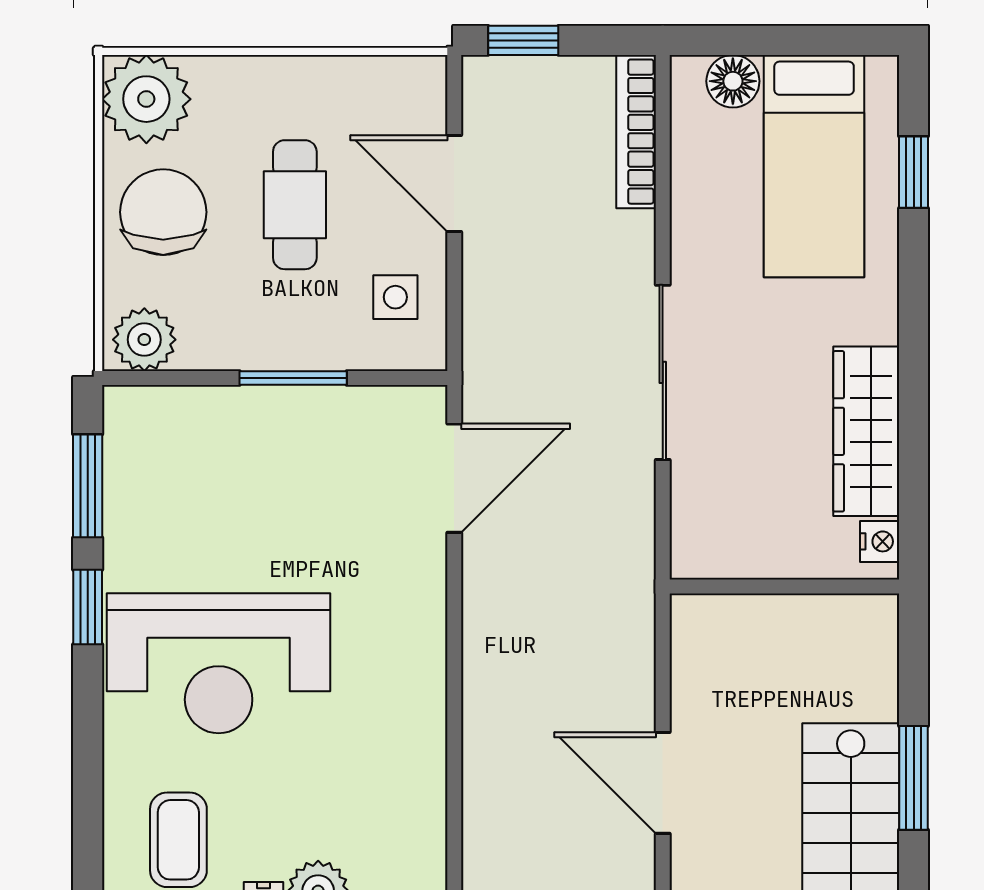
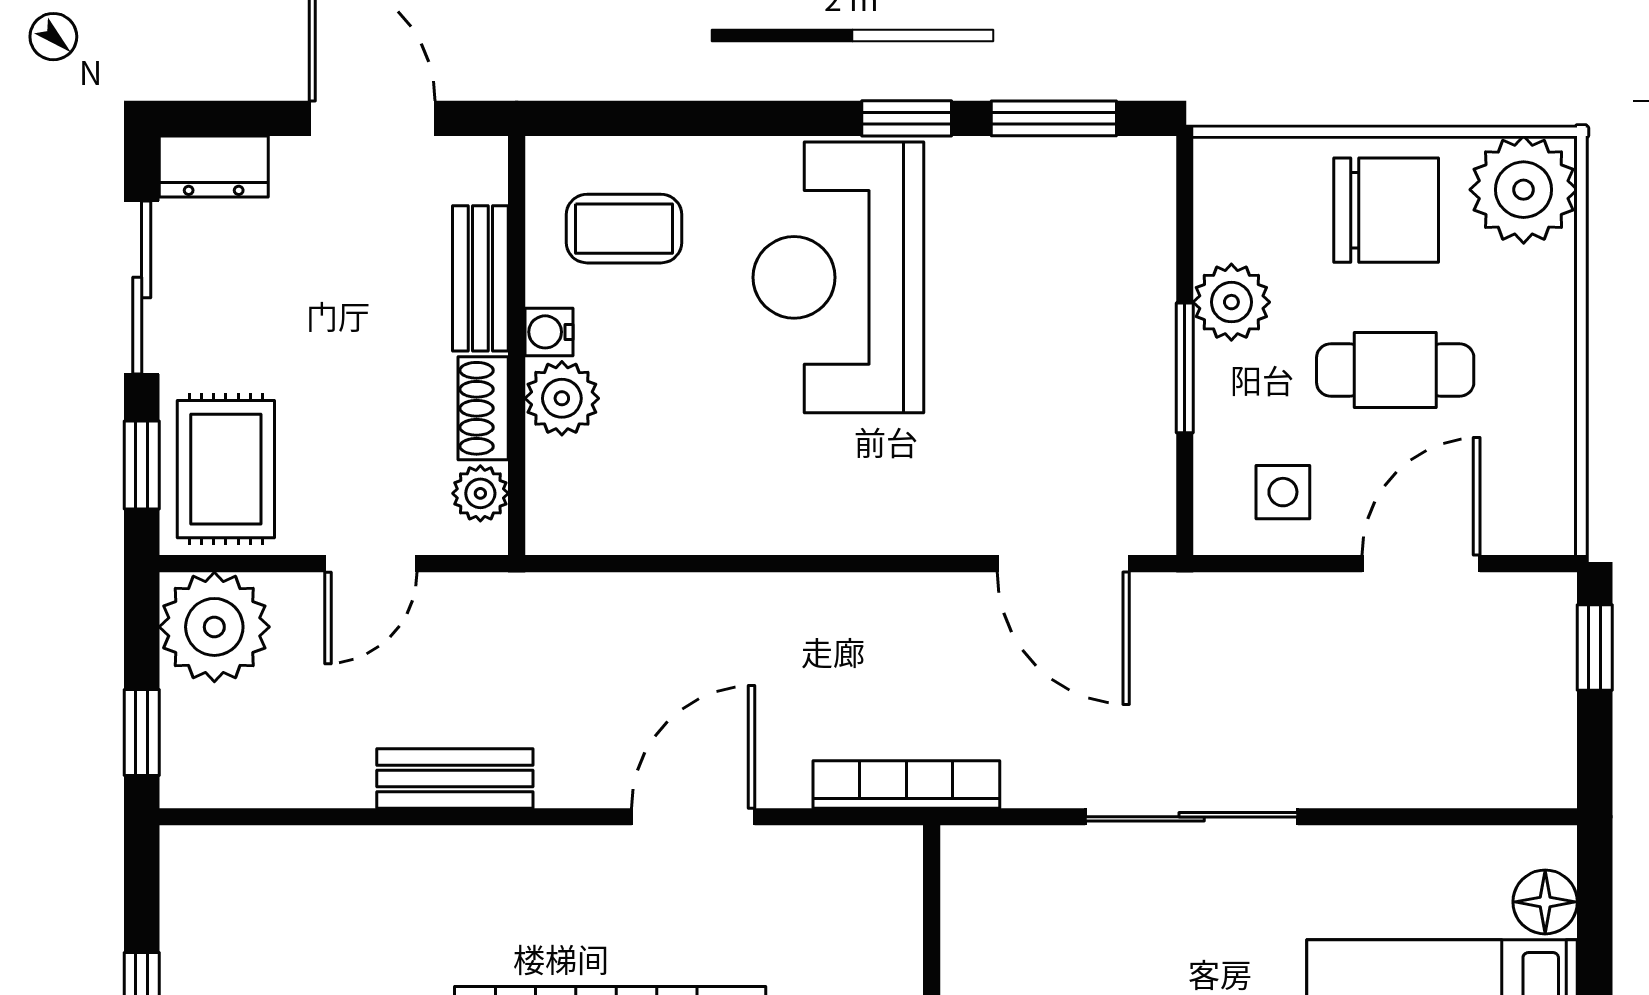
bookcase: (636, 132) -> (906, 784), moved
plant: (144, 340) -> (1231, 302), moved

